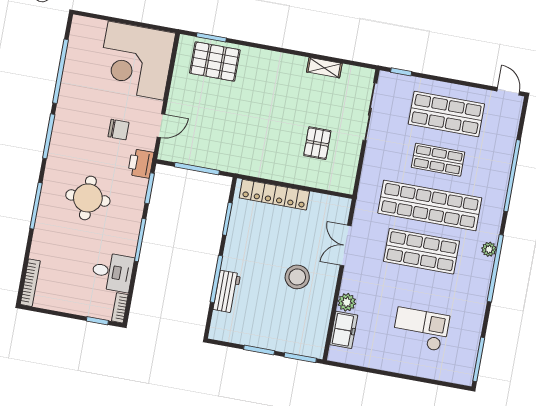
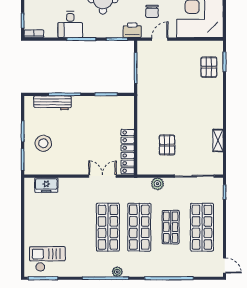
pallet: (215, 62) -> (209, 67), width x0.67, depth x0.71
door: (508, 91) -> (225, 265), hinge flipped
door: (161, 126) -> (160, 39), swing flipped
pallet: (317, 143) -> (167, 145), turned 90
locker: (274, 195) -> (128, 152), moved
shop shelf: (430, 205) -> (139, 227), width x0.71
desk: (112, 272) -> (70, 25), moved
stool: (297, 277) -> (43, 143), moved
workbench: (227, 292) -> (52, 103), width x1.37
plant: (347, 302) -> (157, 184), moved
checkout: (421, 329) -> (47, 259), moved, turned -90

